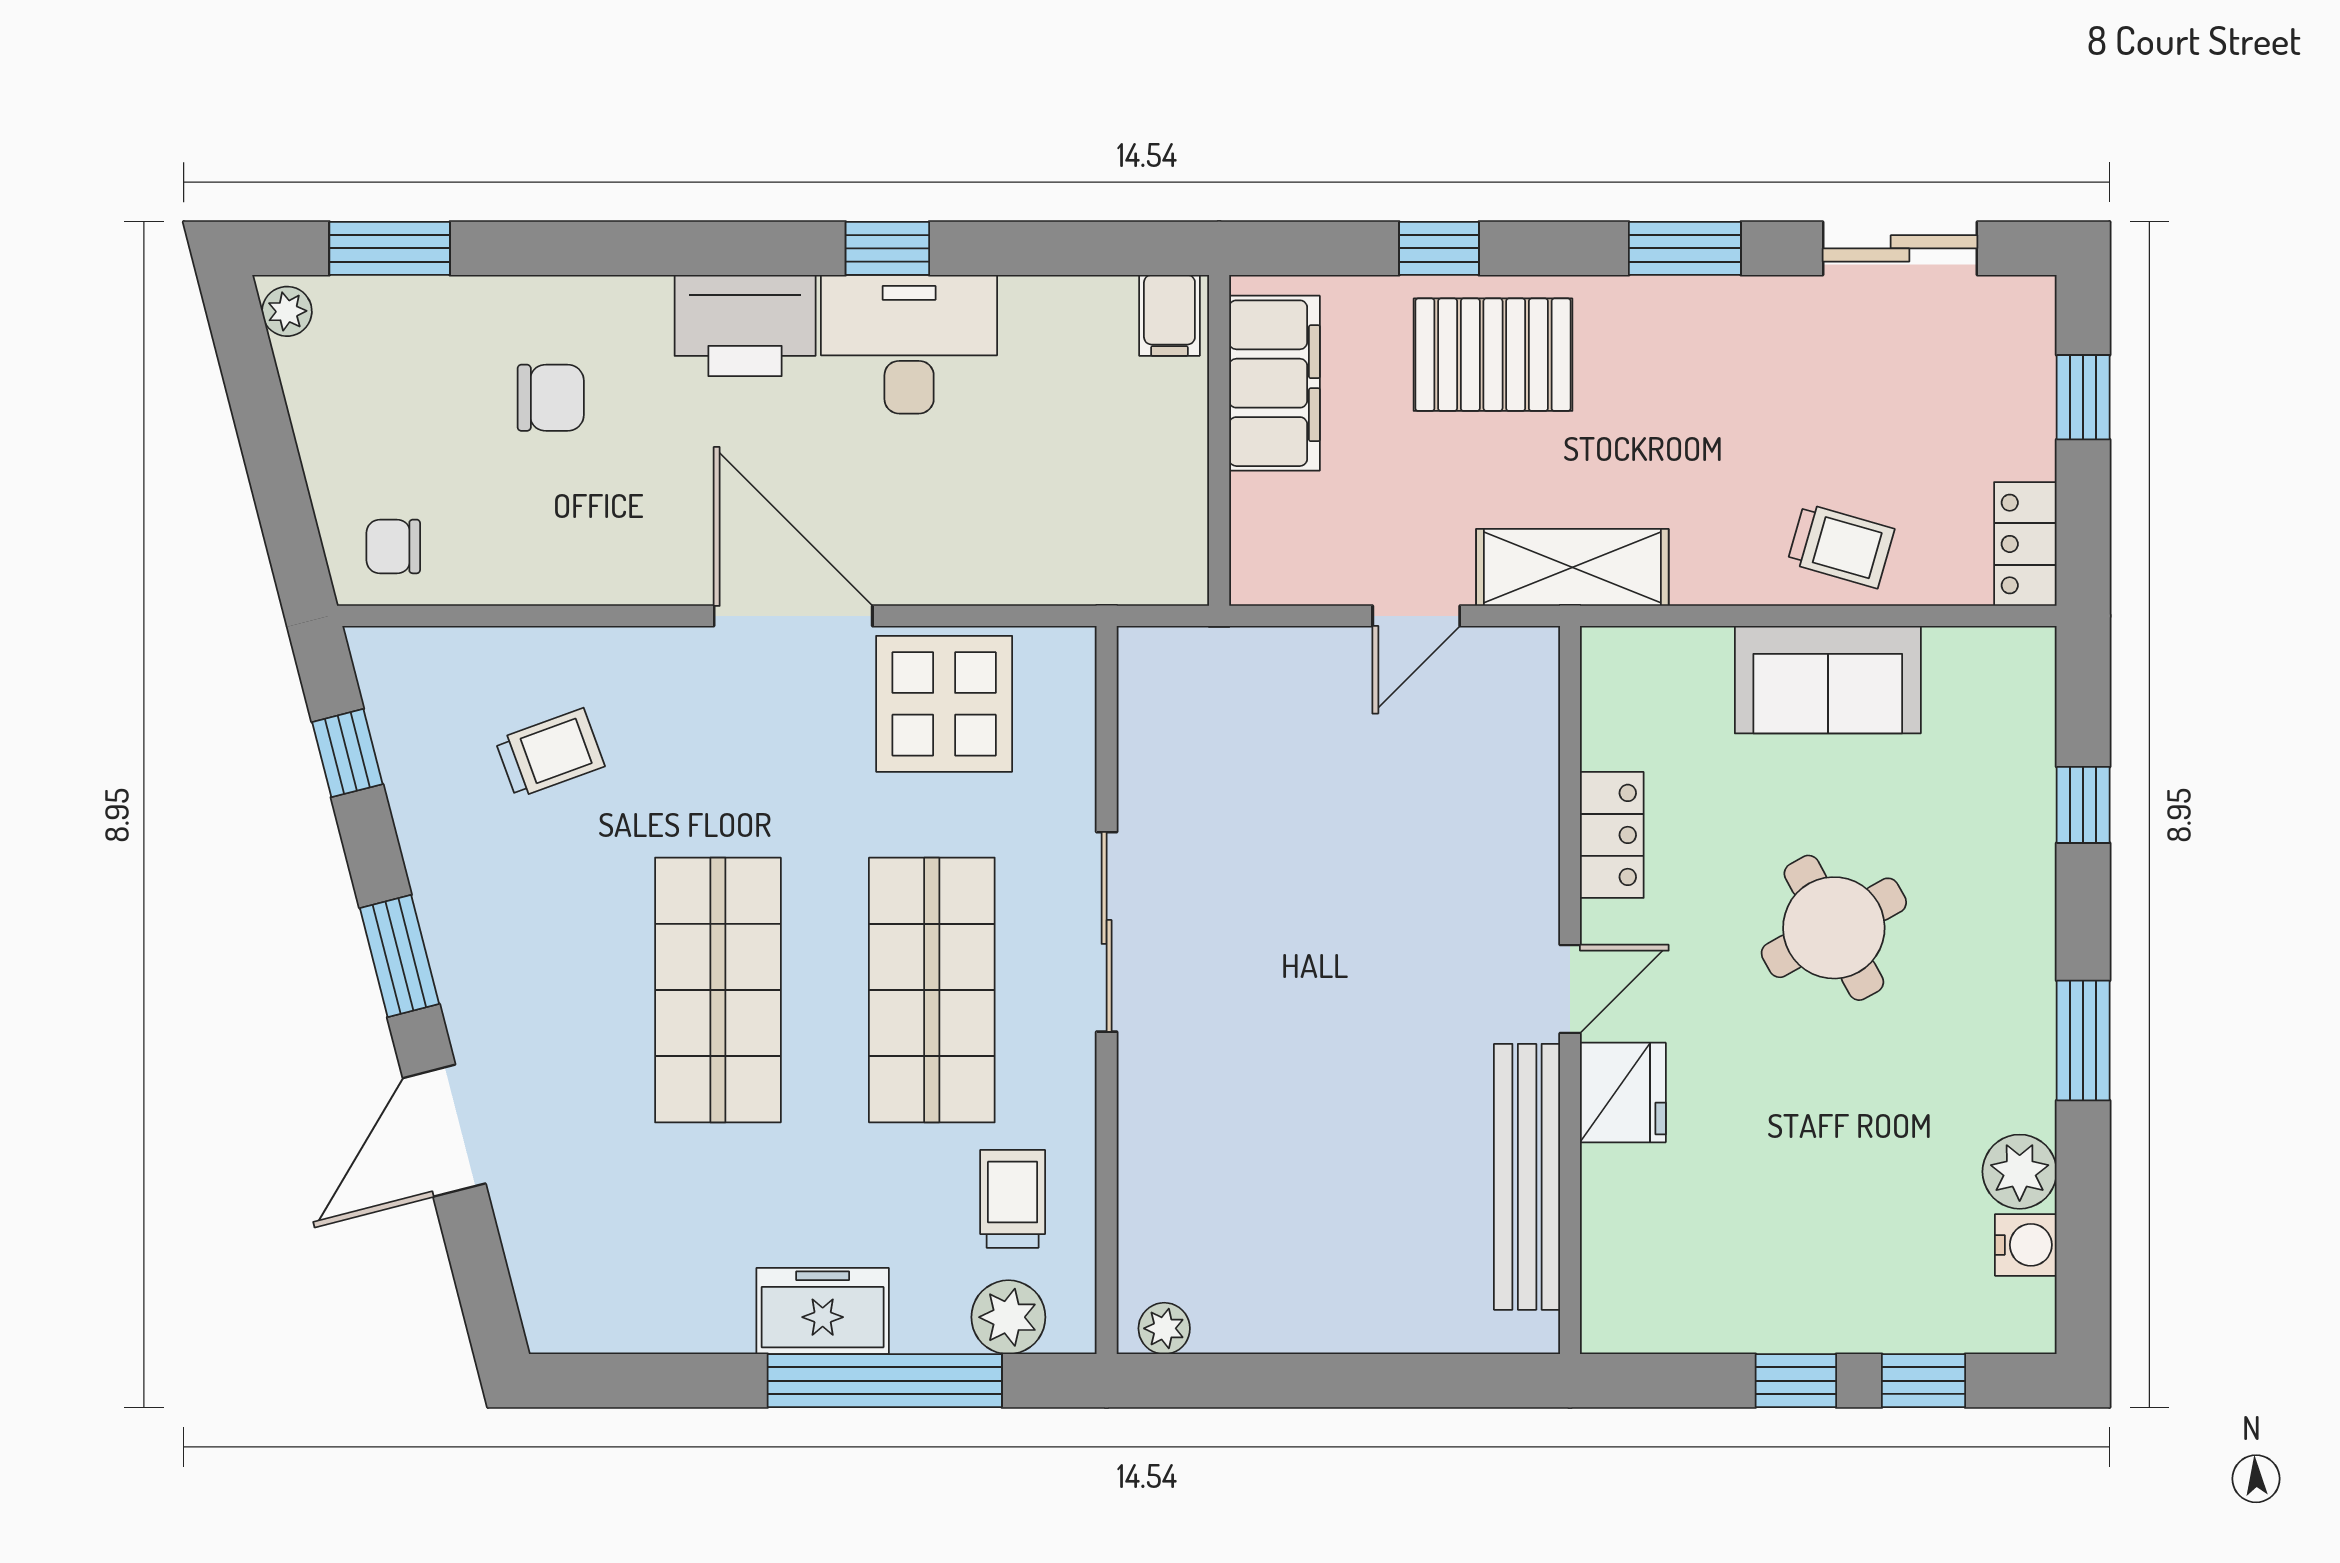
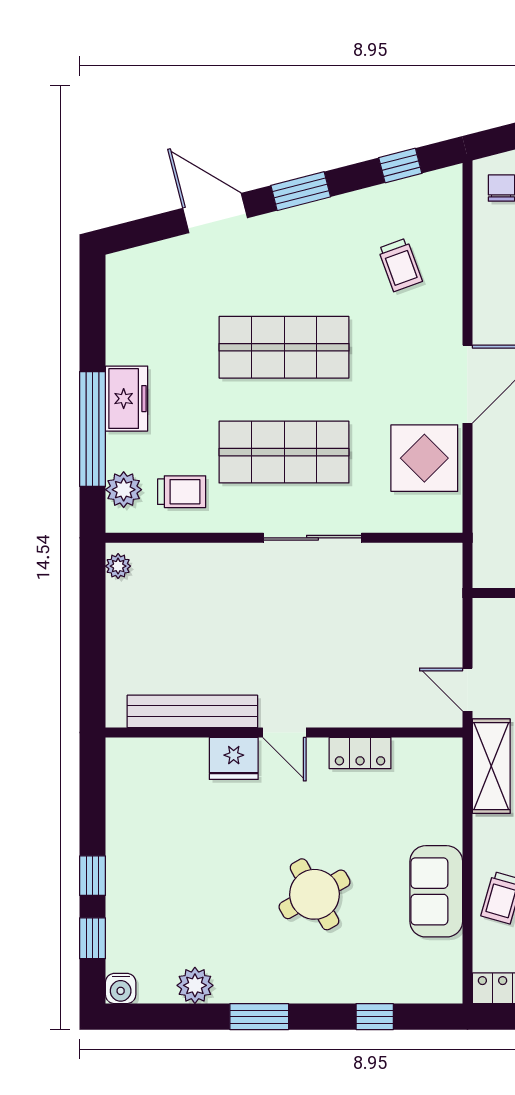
locker: (1612, 835) -> (360, 753), moved
door: (1570, 989) -> (284, 733), moved
wall: (1570, 990) -> (284, 733), moved
fridge: (1623, 1093) -> (234, 758), moved
bench: (1527, 1177) -> (192, 711), moved
water cooler: (2026, 1245) -> (121, 988), moved

